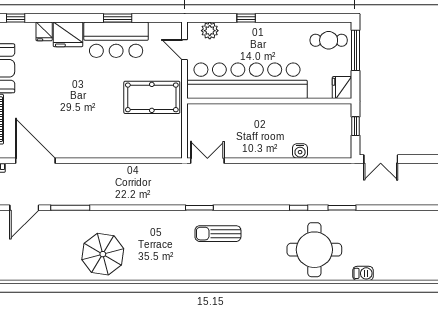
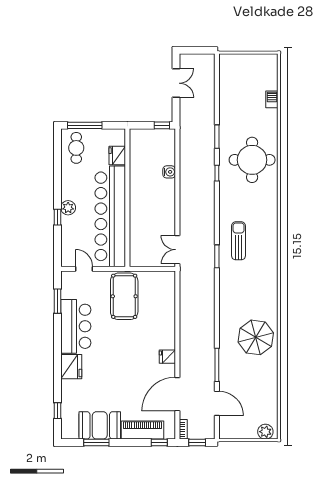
window: (118, 18) -> (58, 301), moved
fridge: (44, 31) -> (167, 357), moved, turned 180
plant: (210, 31) -> (68, 208), moved
door: (185, 50) -> (84, 269), swing flipped
fridge: (342, 88) -> (117, 155), moved, turned 90
window: (356, 126) -> (162, 125), moved
double door: (381, 159) -> (176, 83), moved
sun lounger: (218, 234) -> (239, 241), turned 180
barbecue: (363, 273) -> (272, 99), moved

